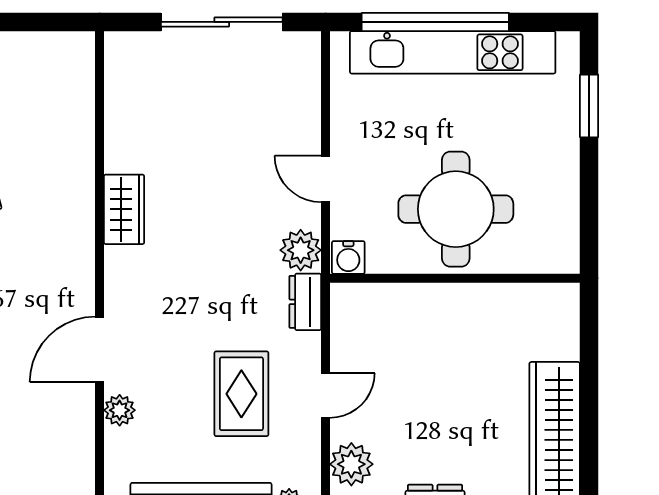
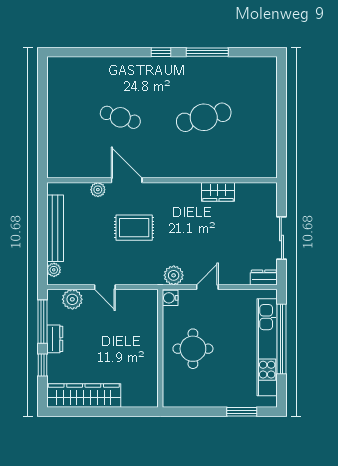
sliding door: (222, 22) -> (281, 238), width x0.73
wardrobe: (124, 209) -> (218, 192), moved
round table: (456, 209) -> (193, 349), width x0.73, depth x0.73
dresser: (305, 302) -> (264, 278), moved
rug: (241, 394) -> (134, 228), moved

